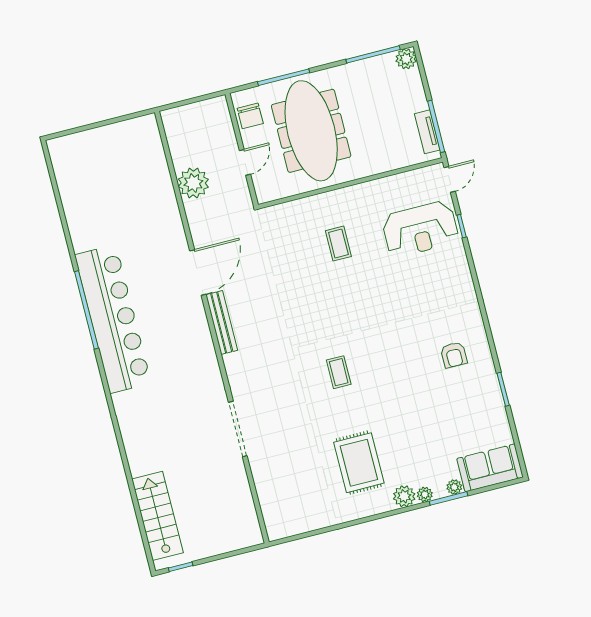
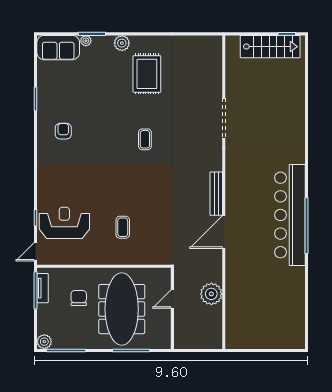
chair: (250, 116) -> (79, 298), moved
plant: (425, 494) -> (107, 41), removed
stairs: (157, 516) -> (270, 47), moved, turned -90

